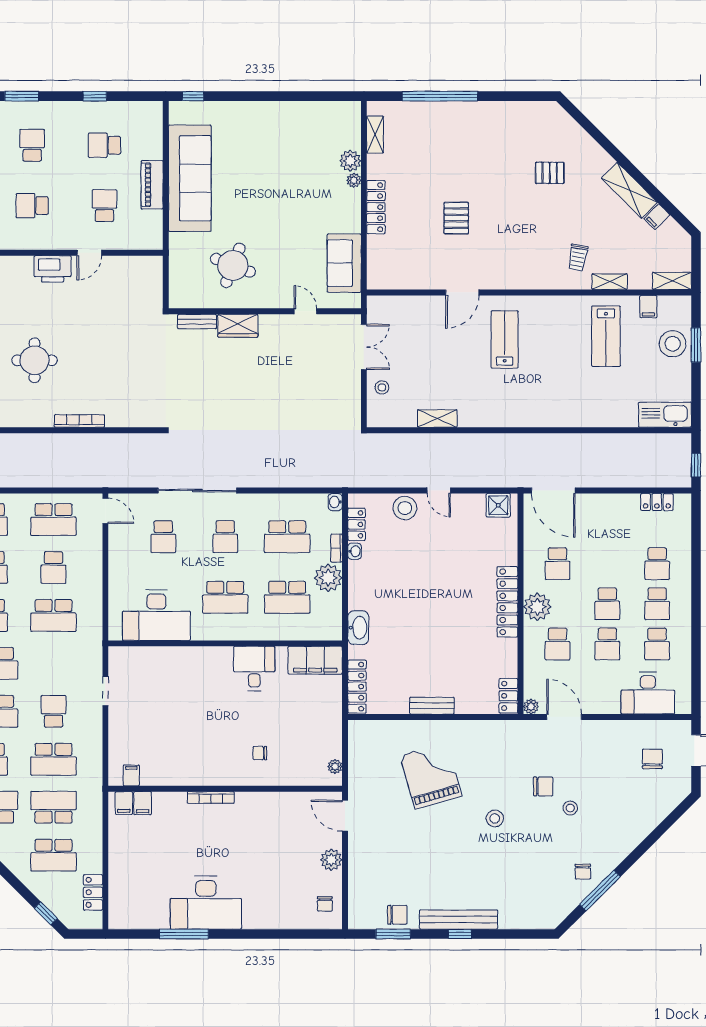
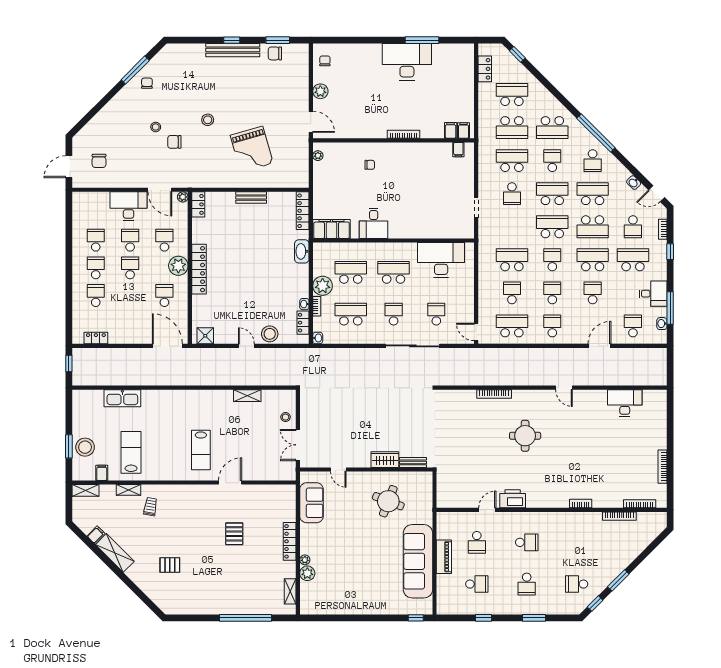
kitchen sink: (665, 415) -> (122, 398), moved
desk: (648, 693) -> (129, 206), moved

